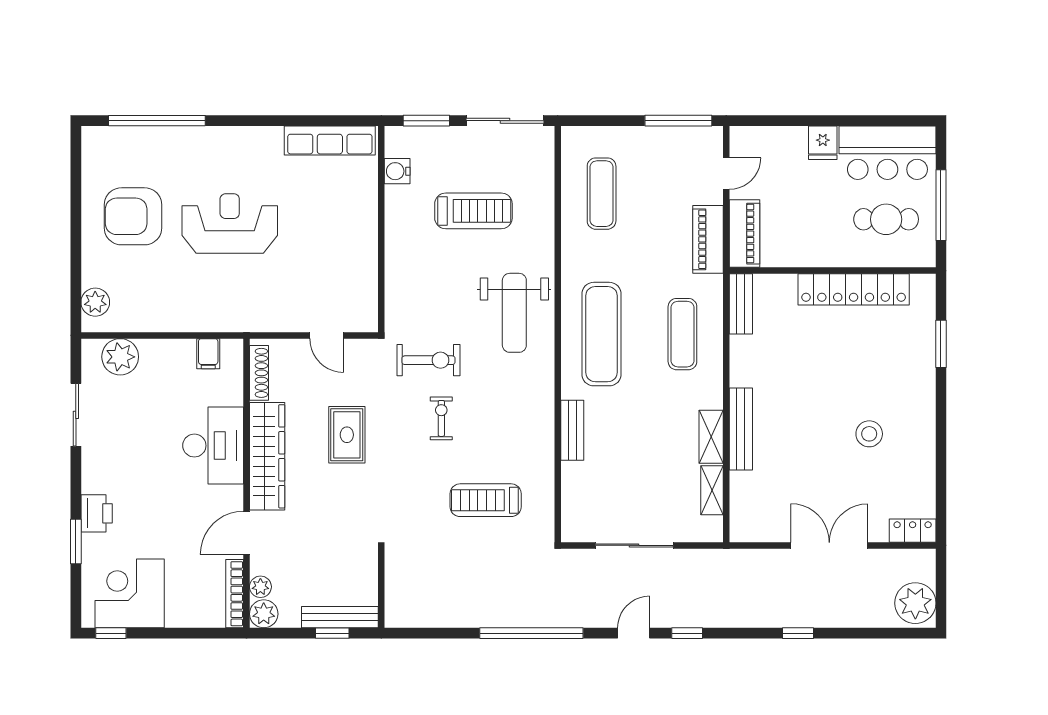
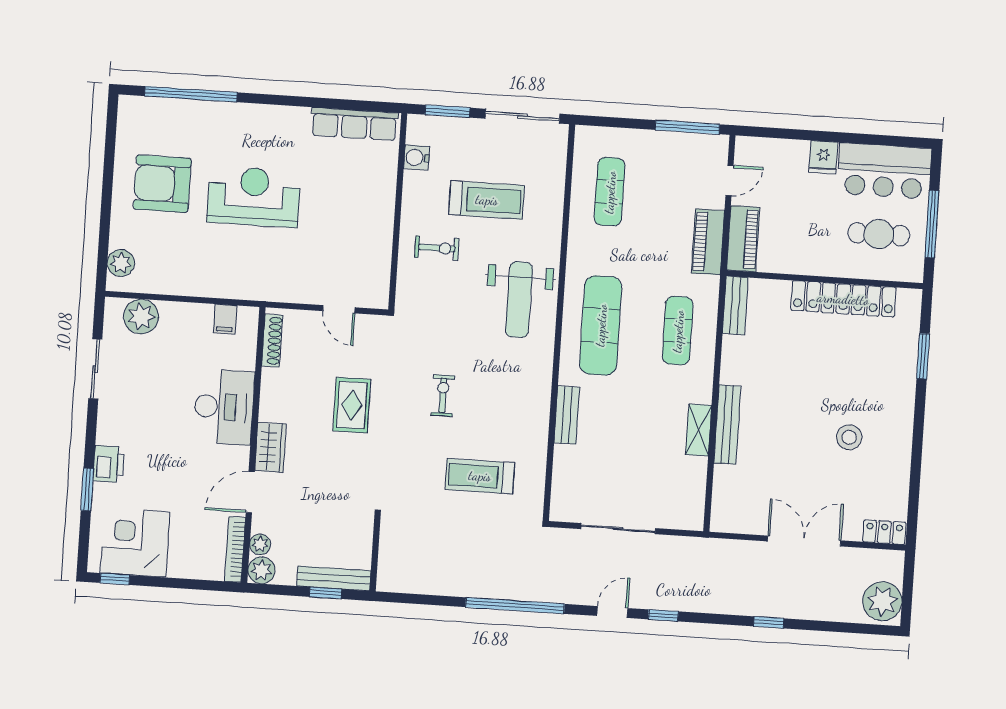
exercise bike: (429, 360) -> (437, 248), moved, width x0.73, depth x0.72
wardrobe: (267, 456) -> (270, 447), width x0.48, depth x0.85
shelving: (712, 490) -> (696, 481), removed

